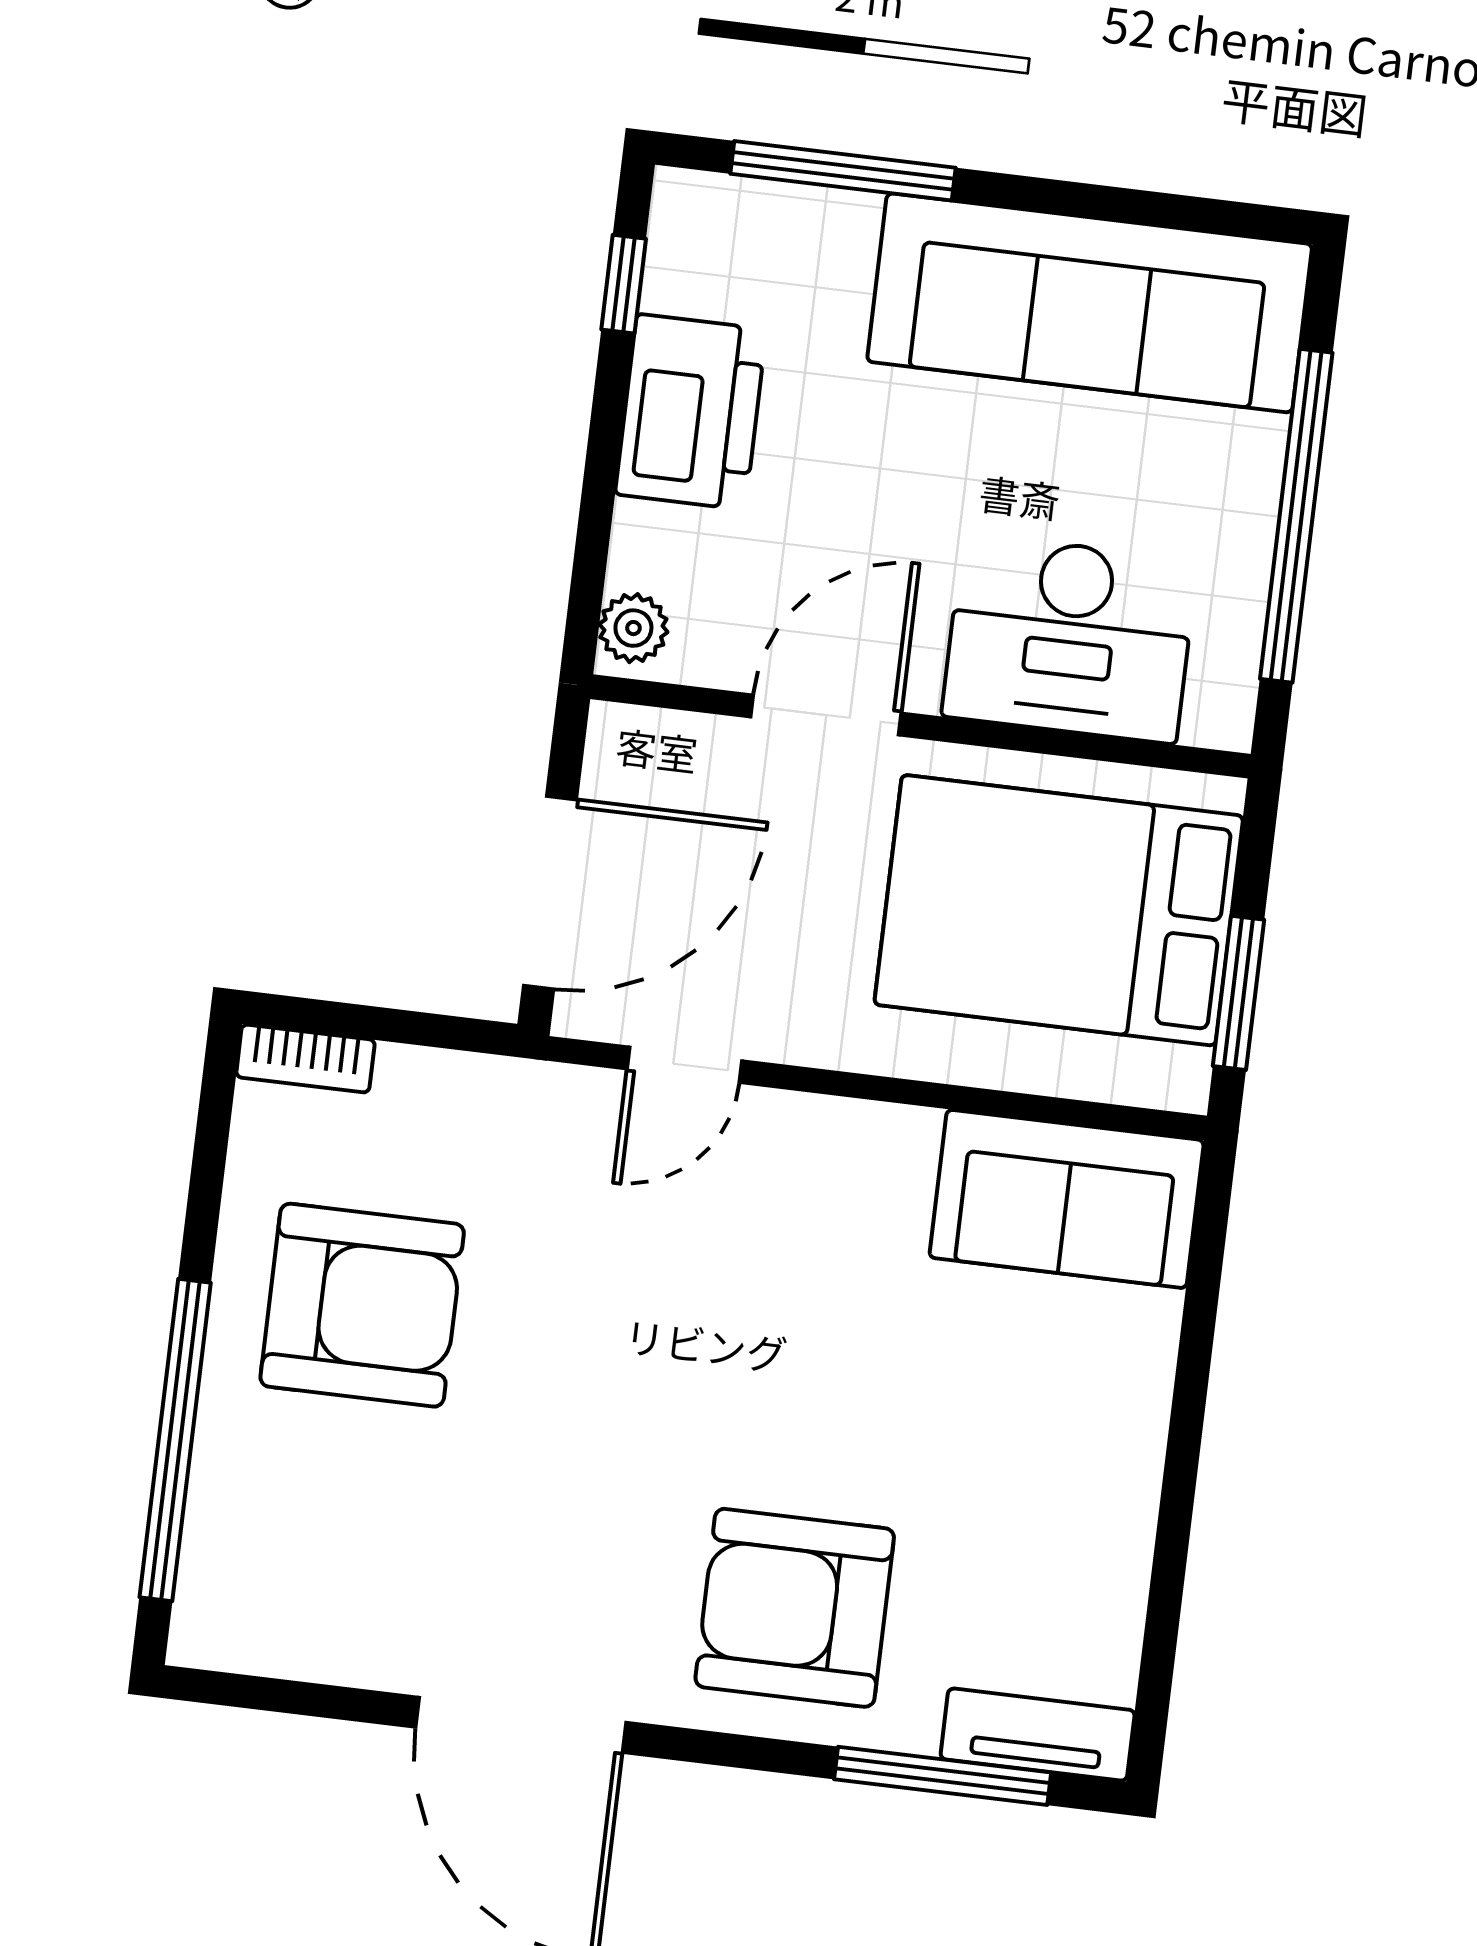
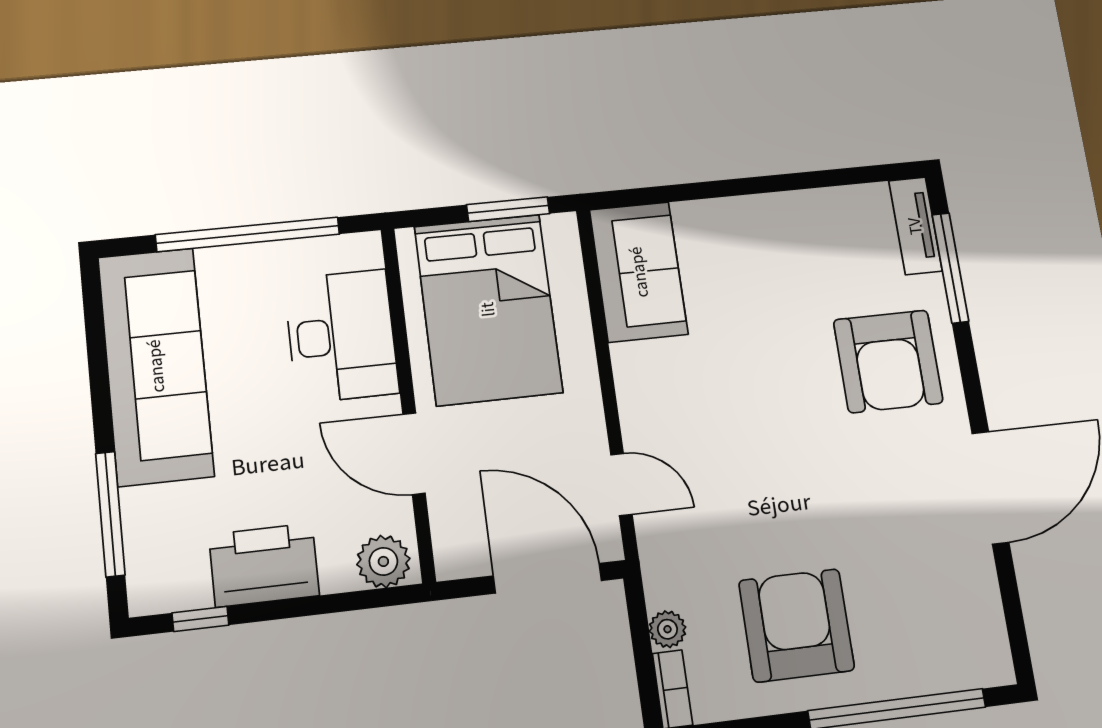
plant: (633, 628) -> (383, 561), width x1.38, depth x1.38
plant: (411, 1078) -> (667, 629), added

